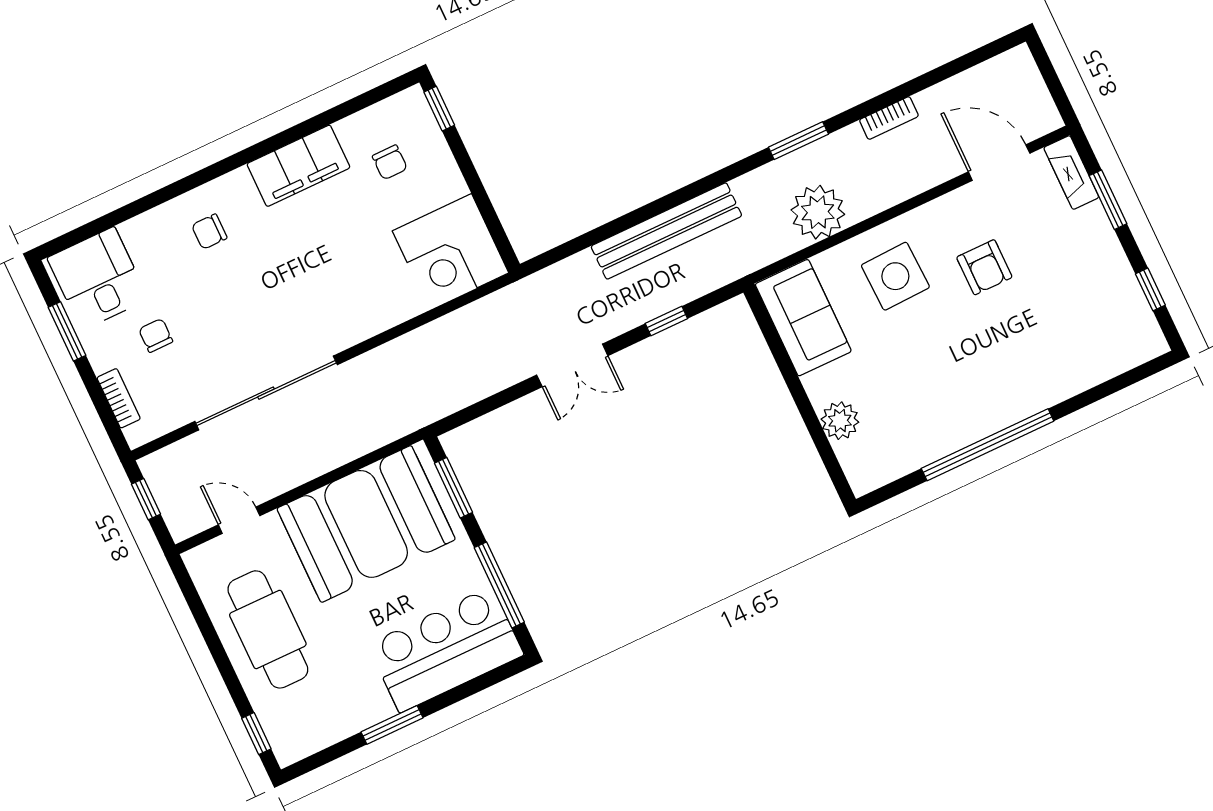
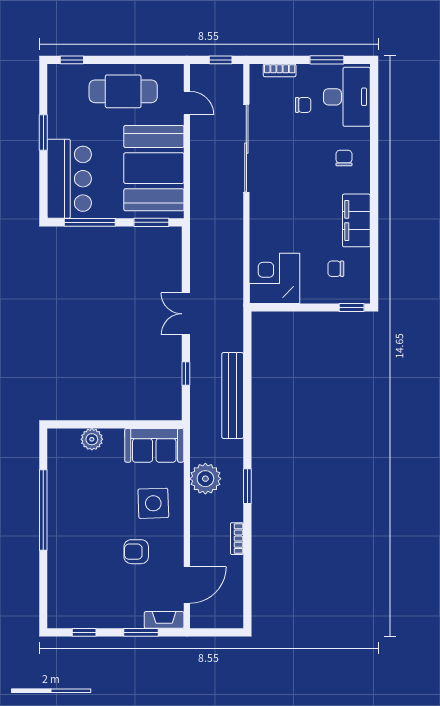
desk: (98, 278) -> (347, 97), width x1.37
door: (239, 520) -> (187, 103), hinge flipped

